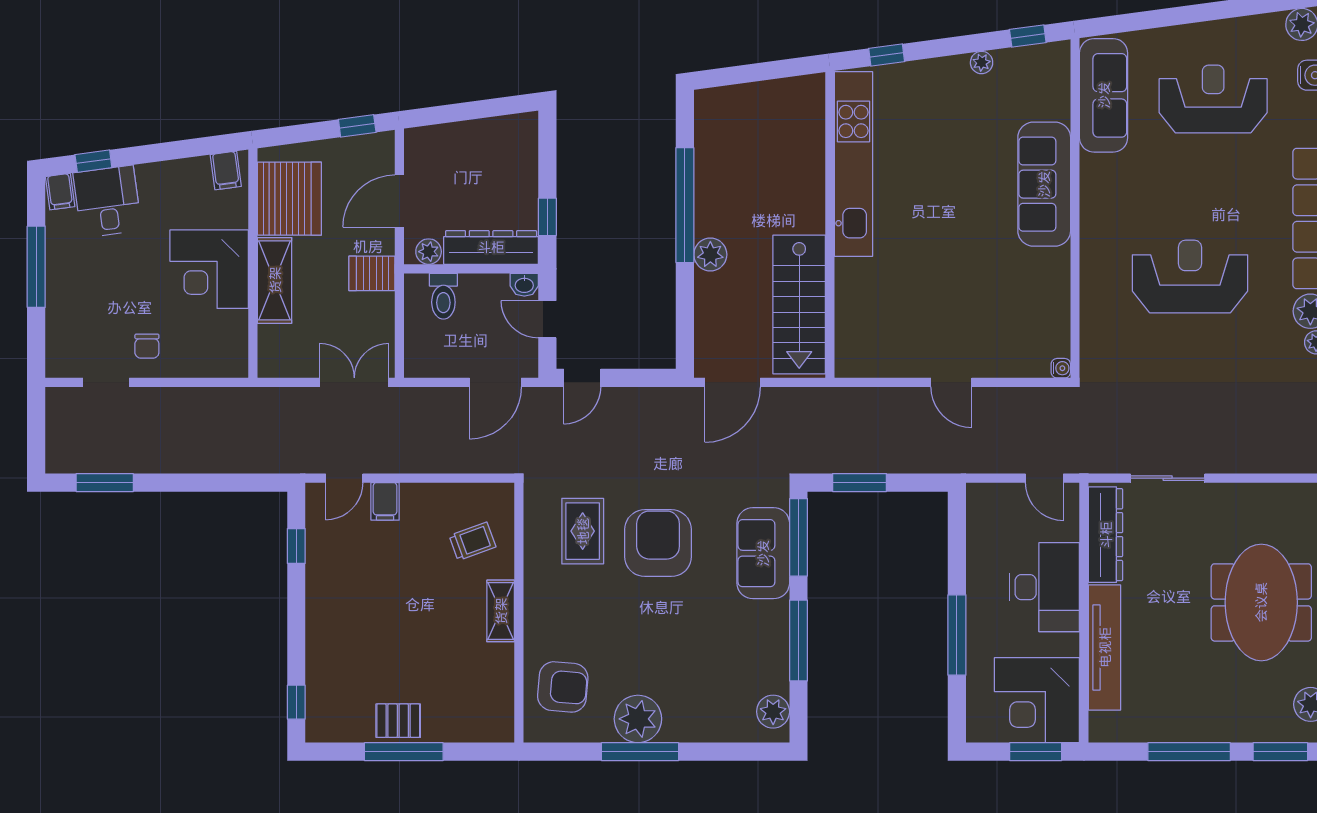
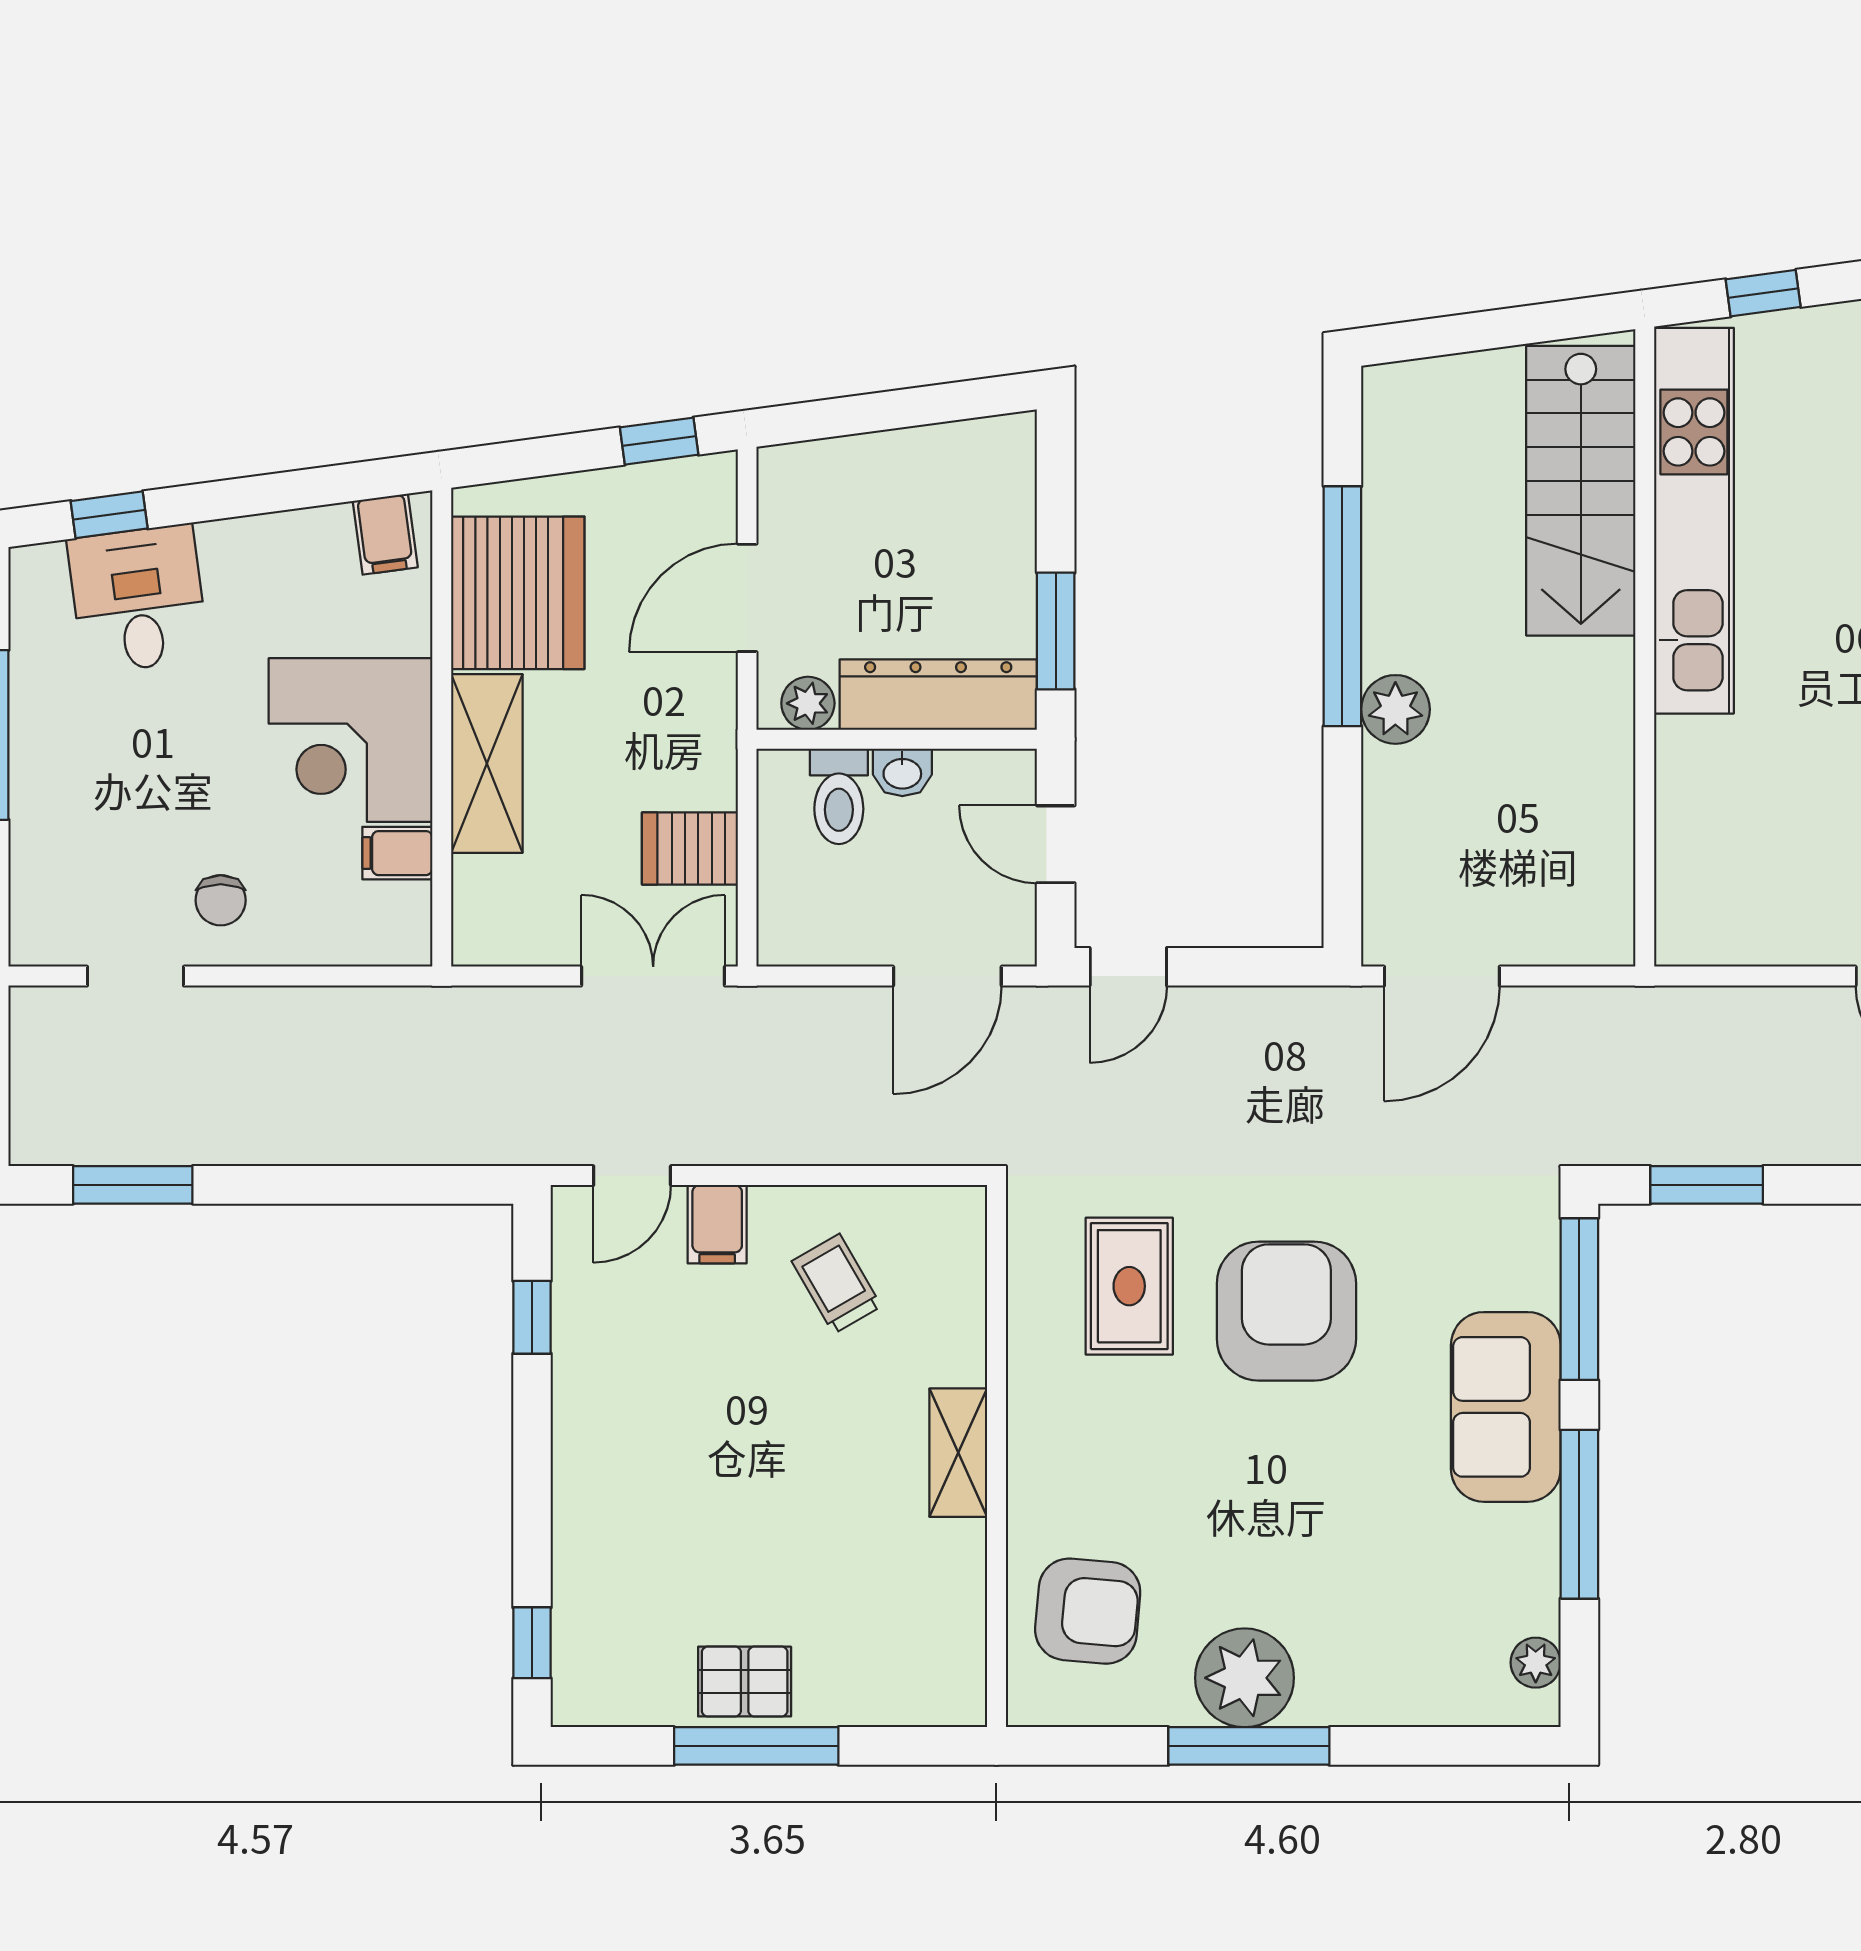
filing cabinet: (60, 192) -> (397, 853), moved, turned 98
window: (547, 217) -> (1056, 631), width x1.50
server rack: (372, 273) -> (690, 848), moved
washbasin: (524, 285) -> (902, 772), moved
stairs: (799, 305) -> (1581, 491), moved
trolley: (472, 541) -> (837, 1284), moved, turned -100
sofa: (763, 553) -> (1506, 1407), moved
plant: (773, 712) -> (1536, 1663), width x0.73, depth x0.73

